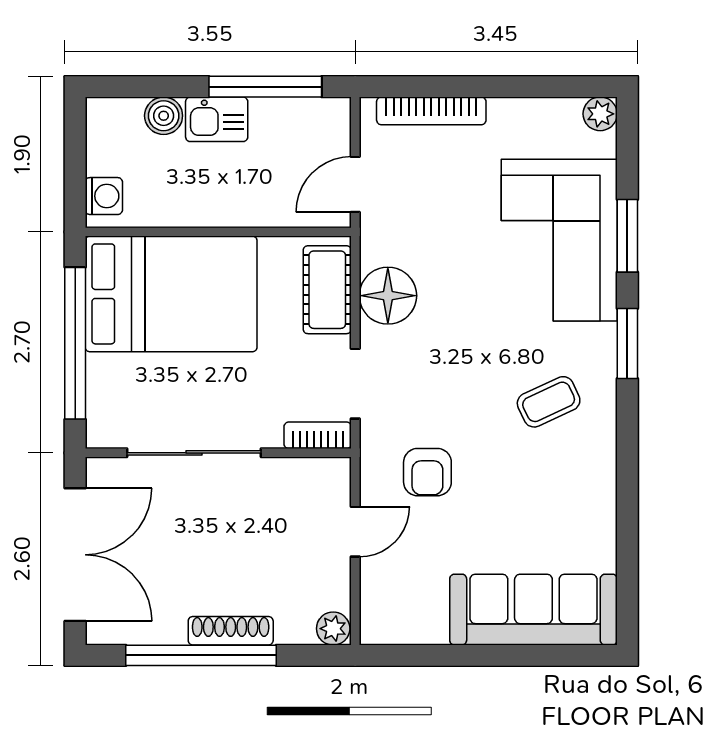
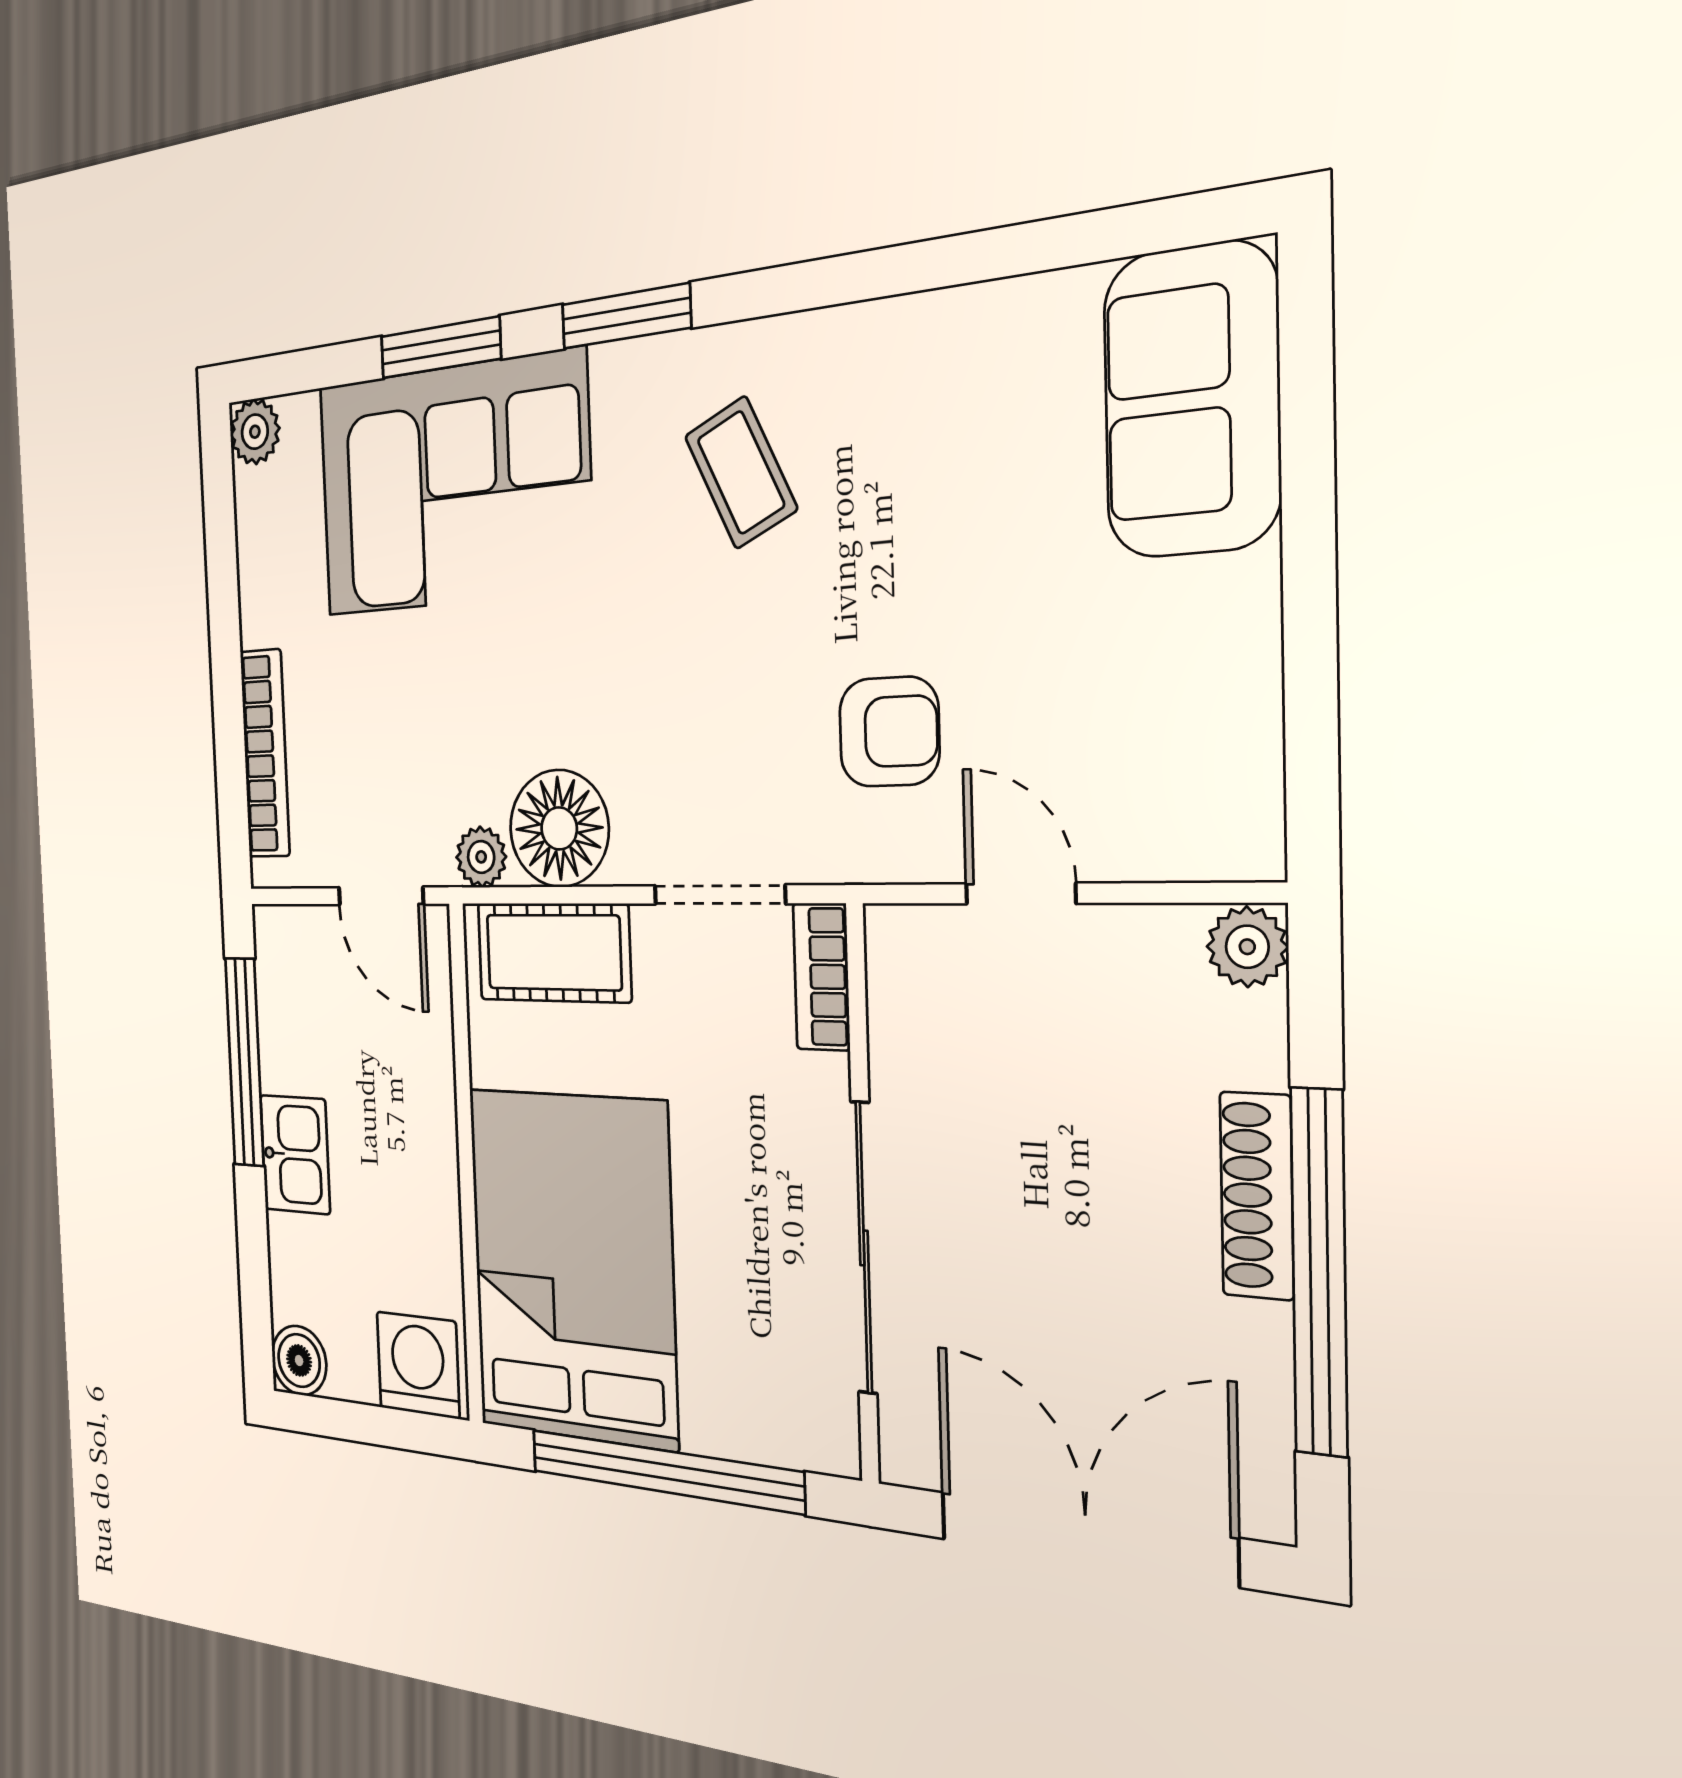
boiler: (164, 116) -> (299, 1360), moved
washing machine: (104, 196) -> (418, 1365), width x1.38, depth x1.38
plant: (375, 249) -> (481, 857), added
sofa: (533, 610) -> (1191, 401), width x0.73

